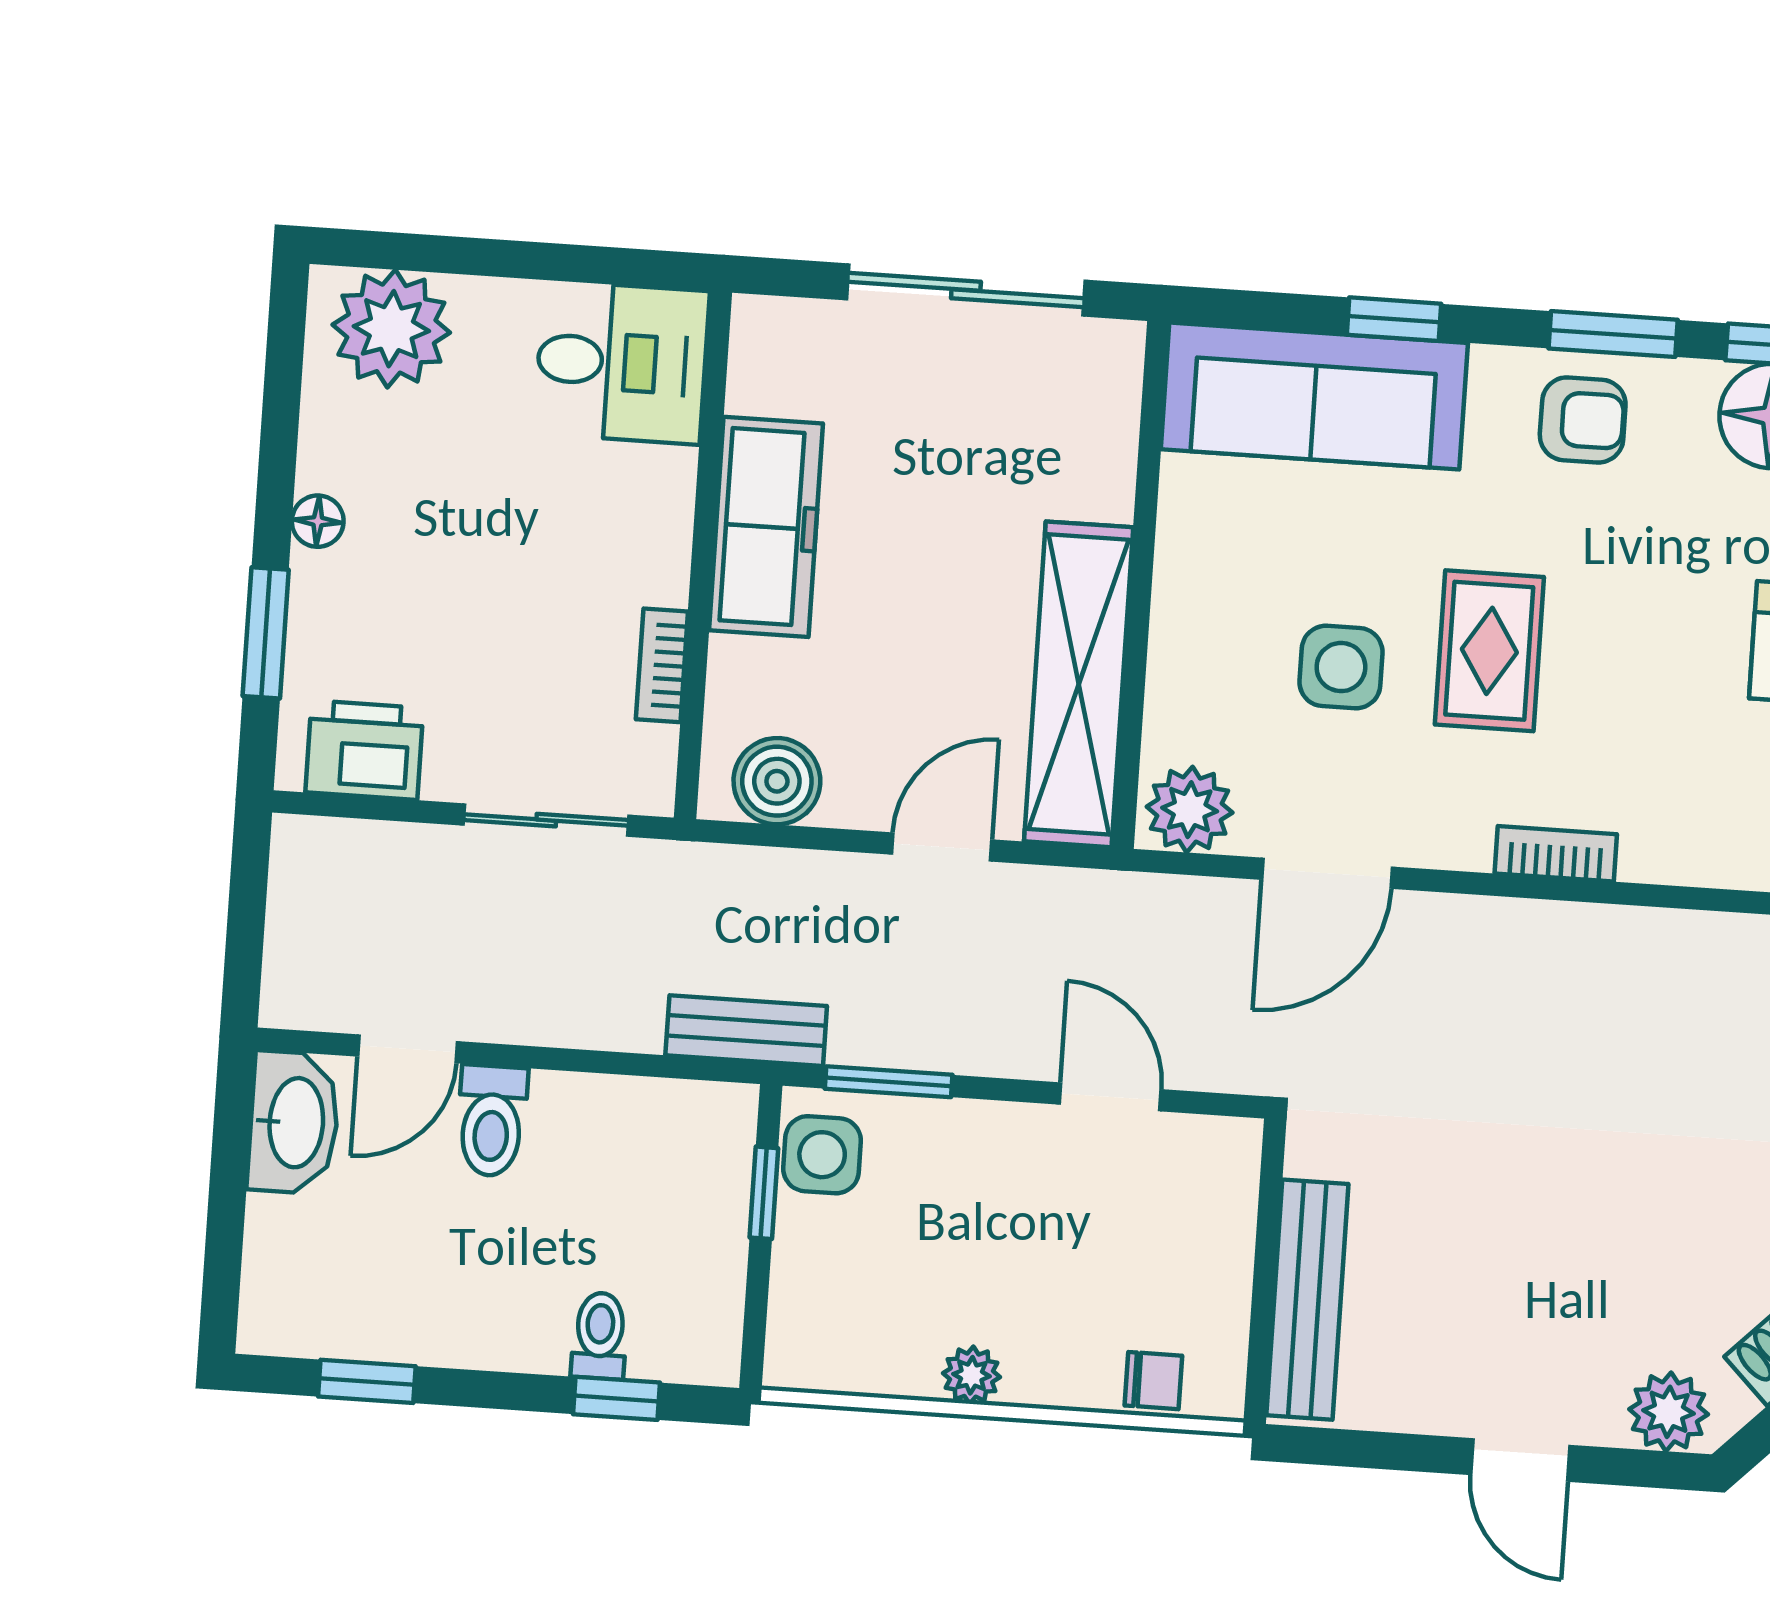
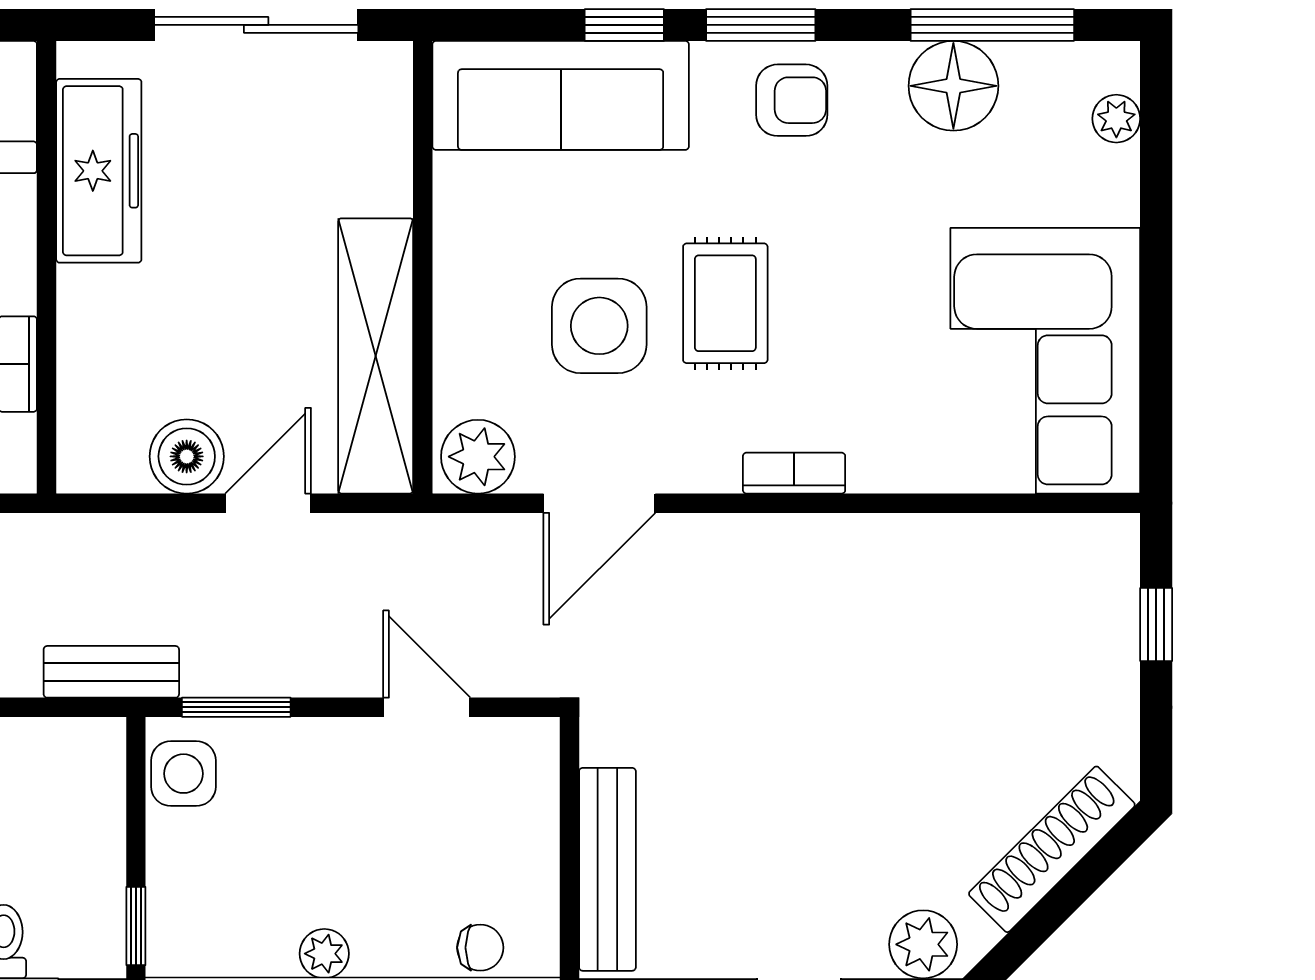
window: (1613, 334) -> (761, 25), moved
freezer: (766, 527) -> (99, 171), moved
side table: (1341, 667) -> (599, 326), width x1.37, depth x1.37
boiler: (777, 781) -> (187, 456), moved
window: (764, 1193) -> (136, 926), moved

